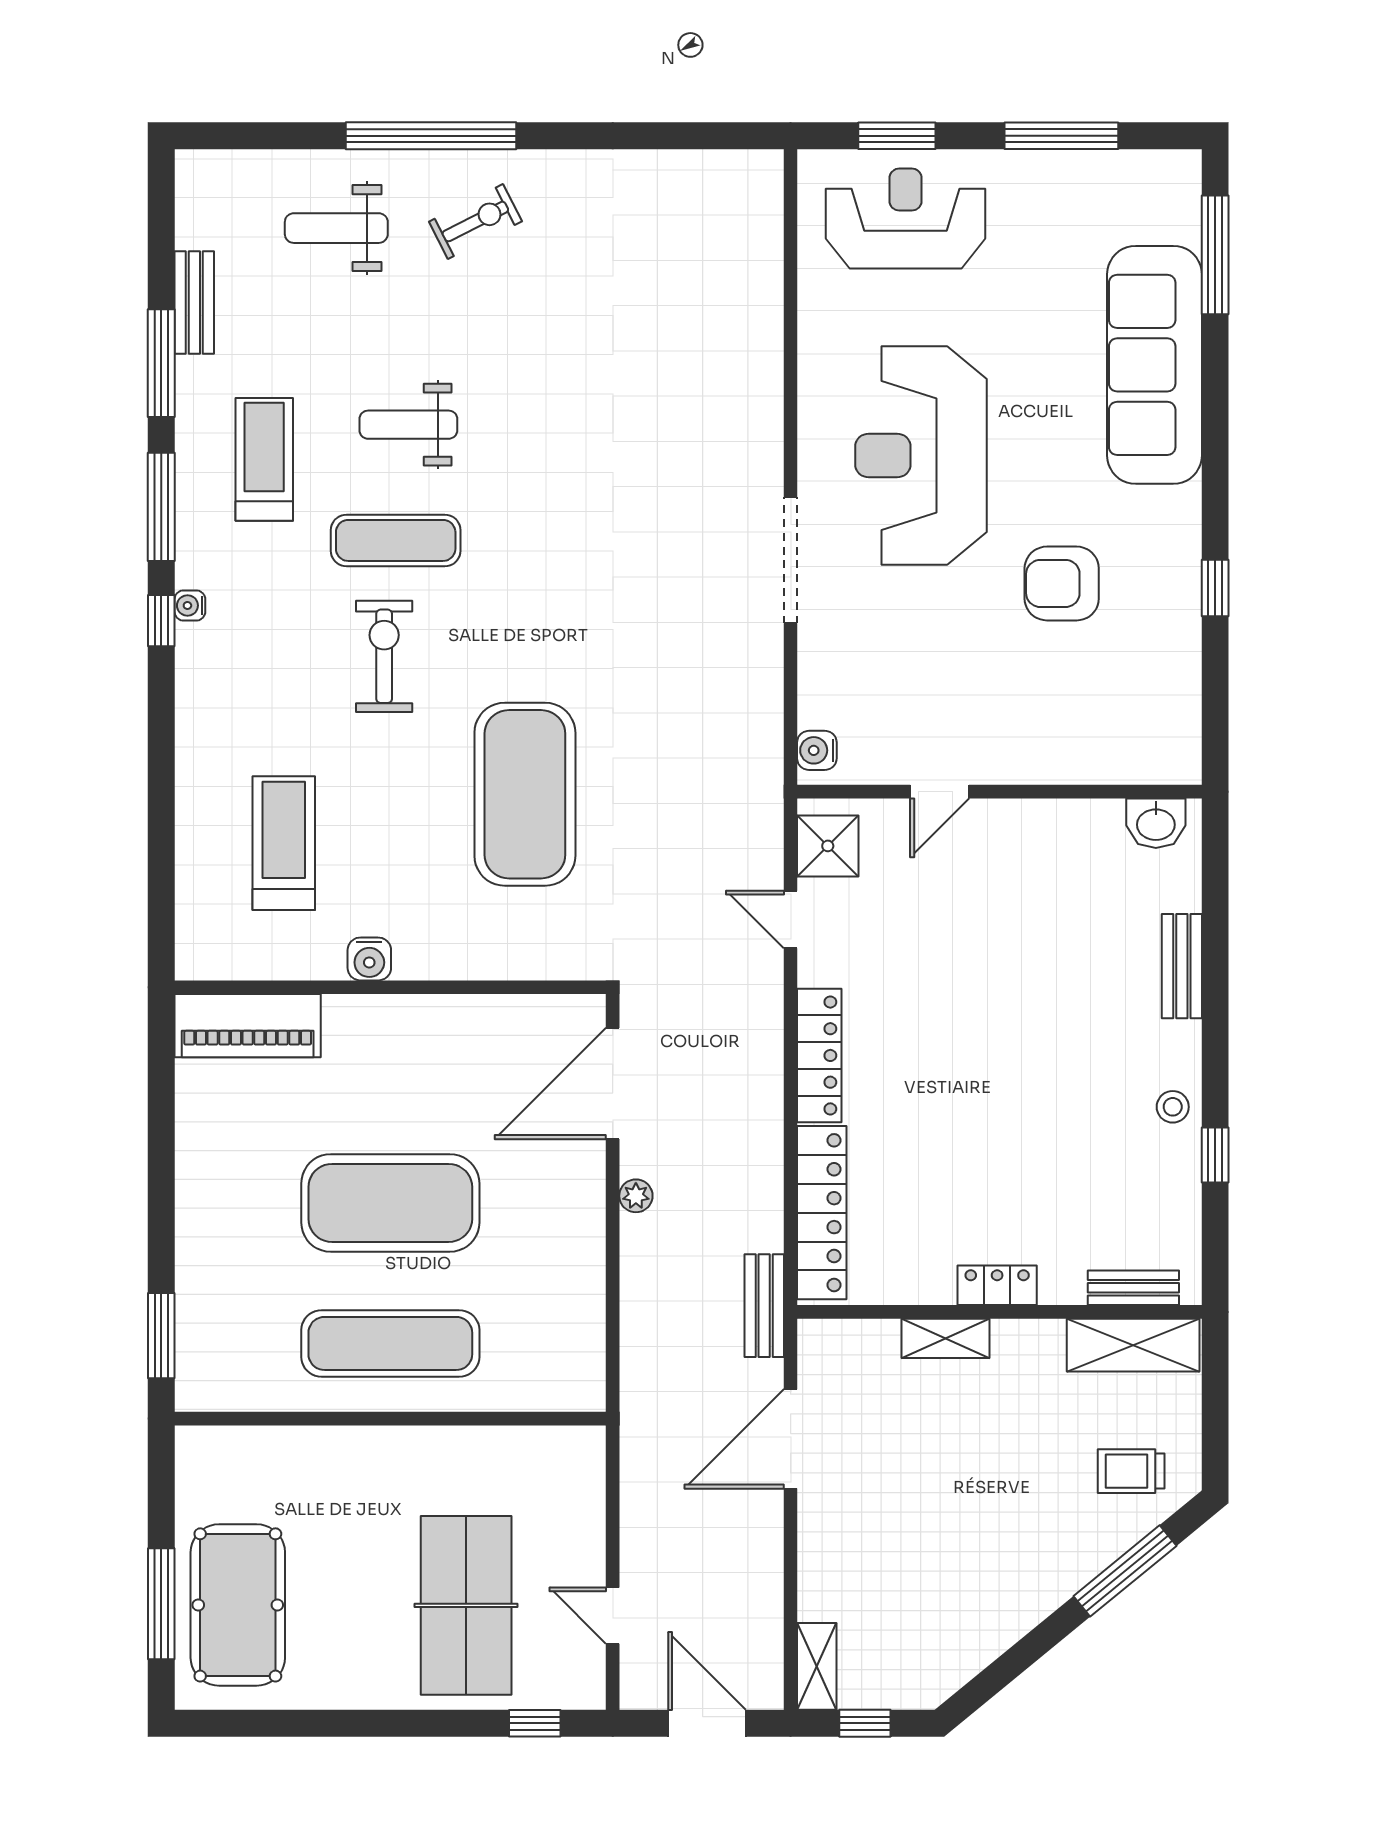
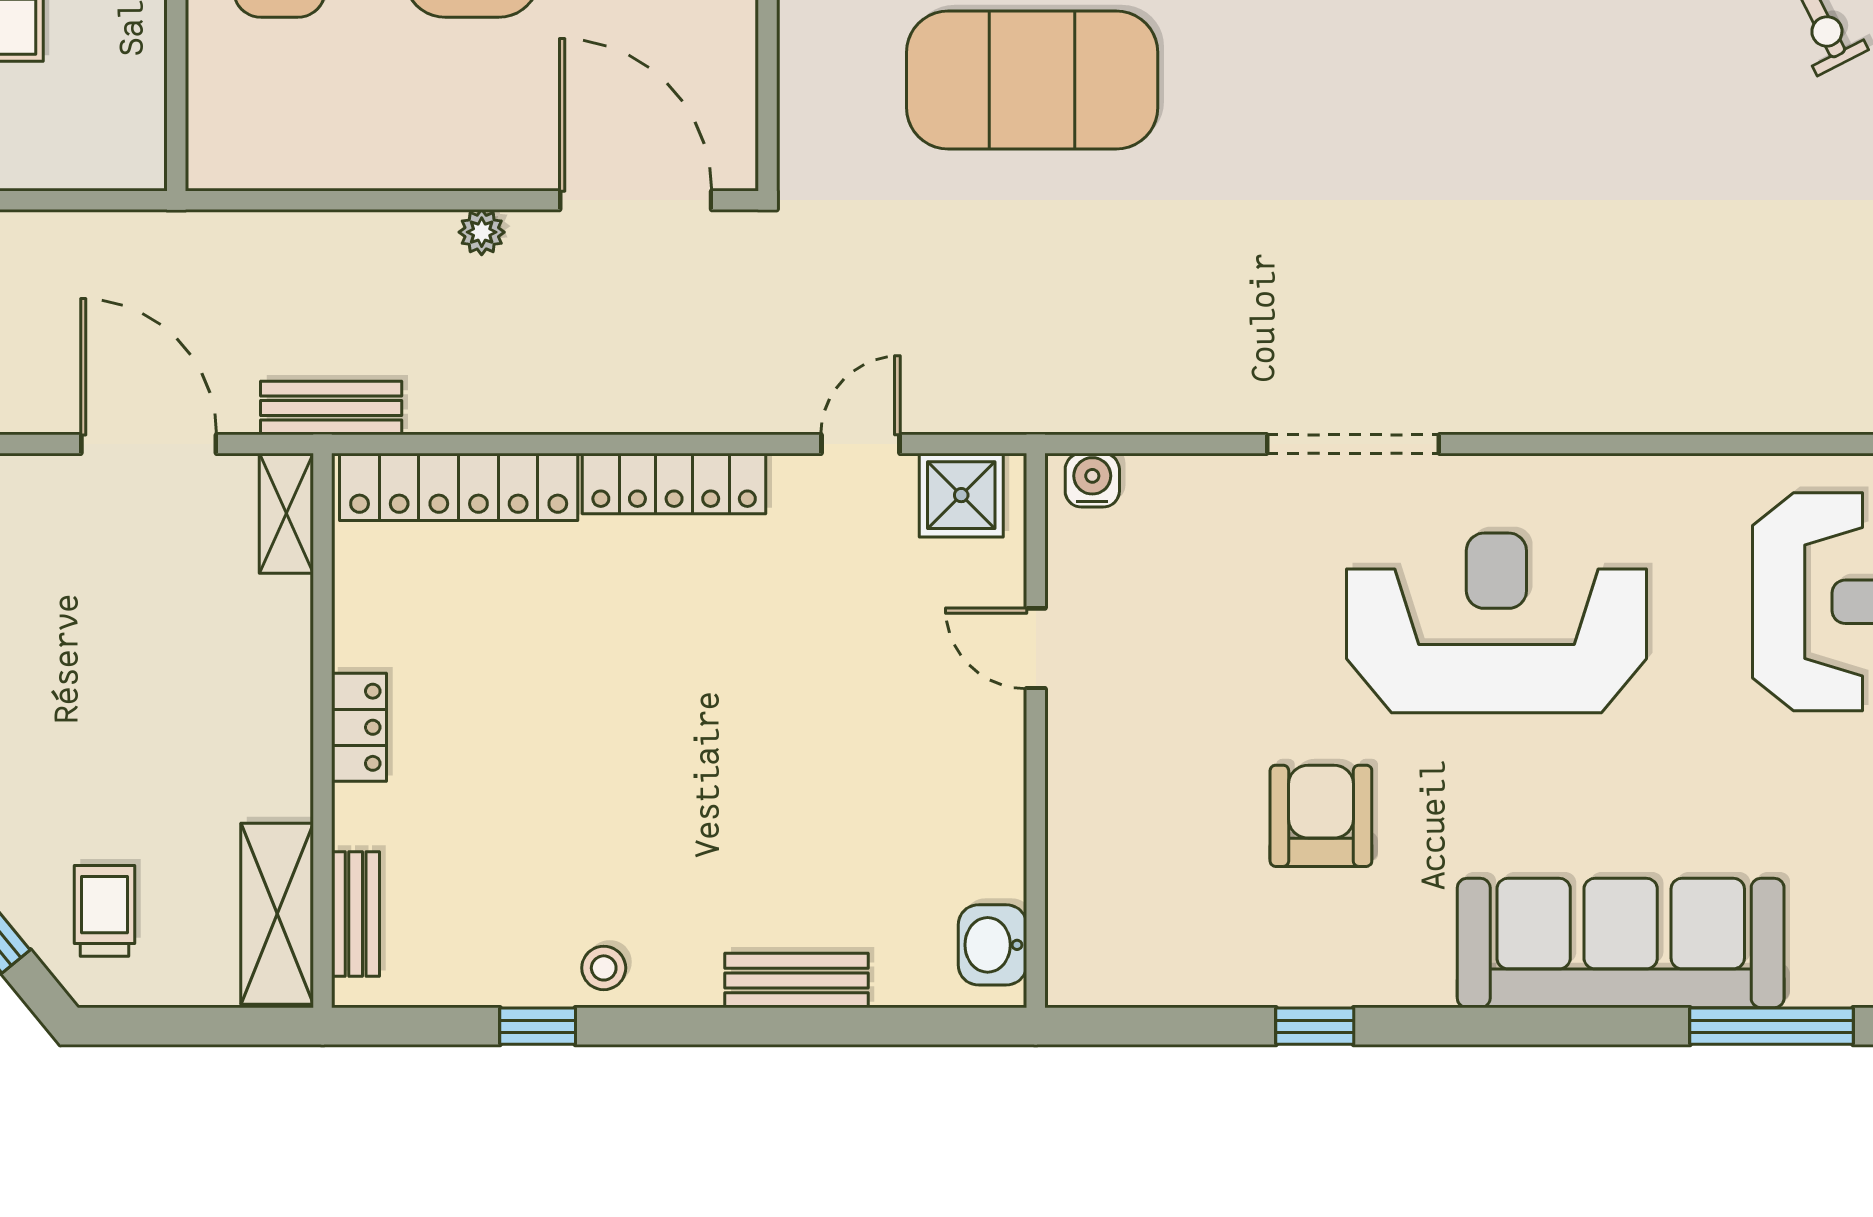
shelving: (945, 1338) -> (286, 513), moved

